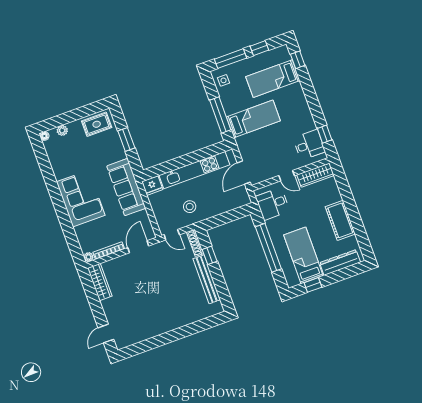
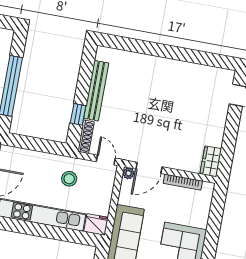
plant: (89, 257) -> (129, 173), moved
wardrobe: (100, 282) -> (211, 161), width x0.67

